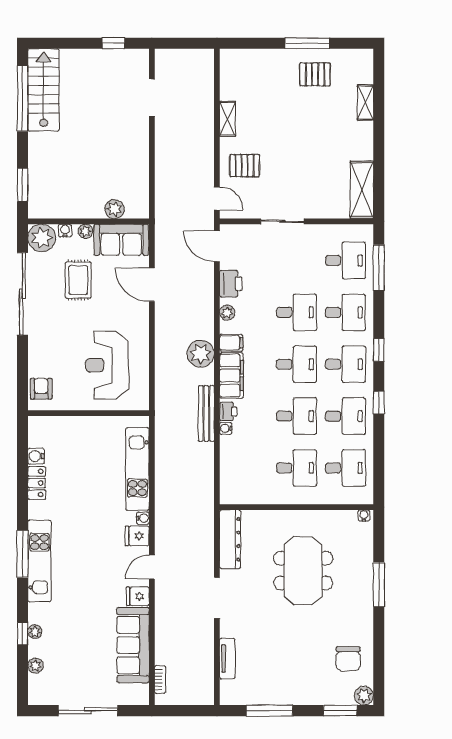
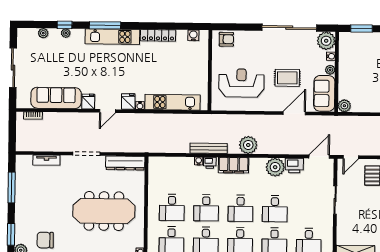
plant: (114, 209) -> (344, 106), moved
rug: (78, 280) -> (287, 78), moved
plant: (227, 313) -> (275, 167), width x1.87, depth x1.87
filing cabinet: (231, 343) -> (255, 165), removed
water cooler: (36, 456) -> (193, 35), moved
locker: (37, 483) -> (158, 35), width x1.53
window: (22, 554) -> (105, 25), moved
door: (152, 567) -> (108, 111), swing flipped
meeting table: (303, 571) -> (104, 211), width x1.36

